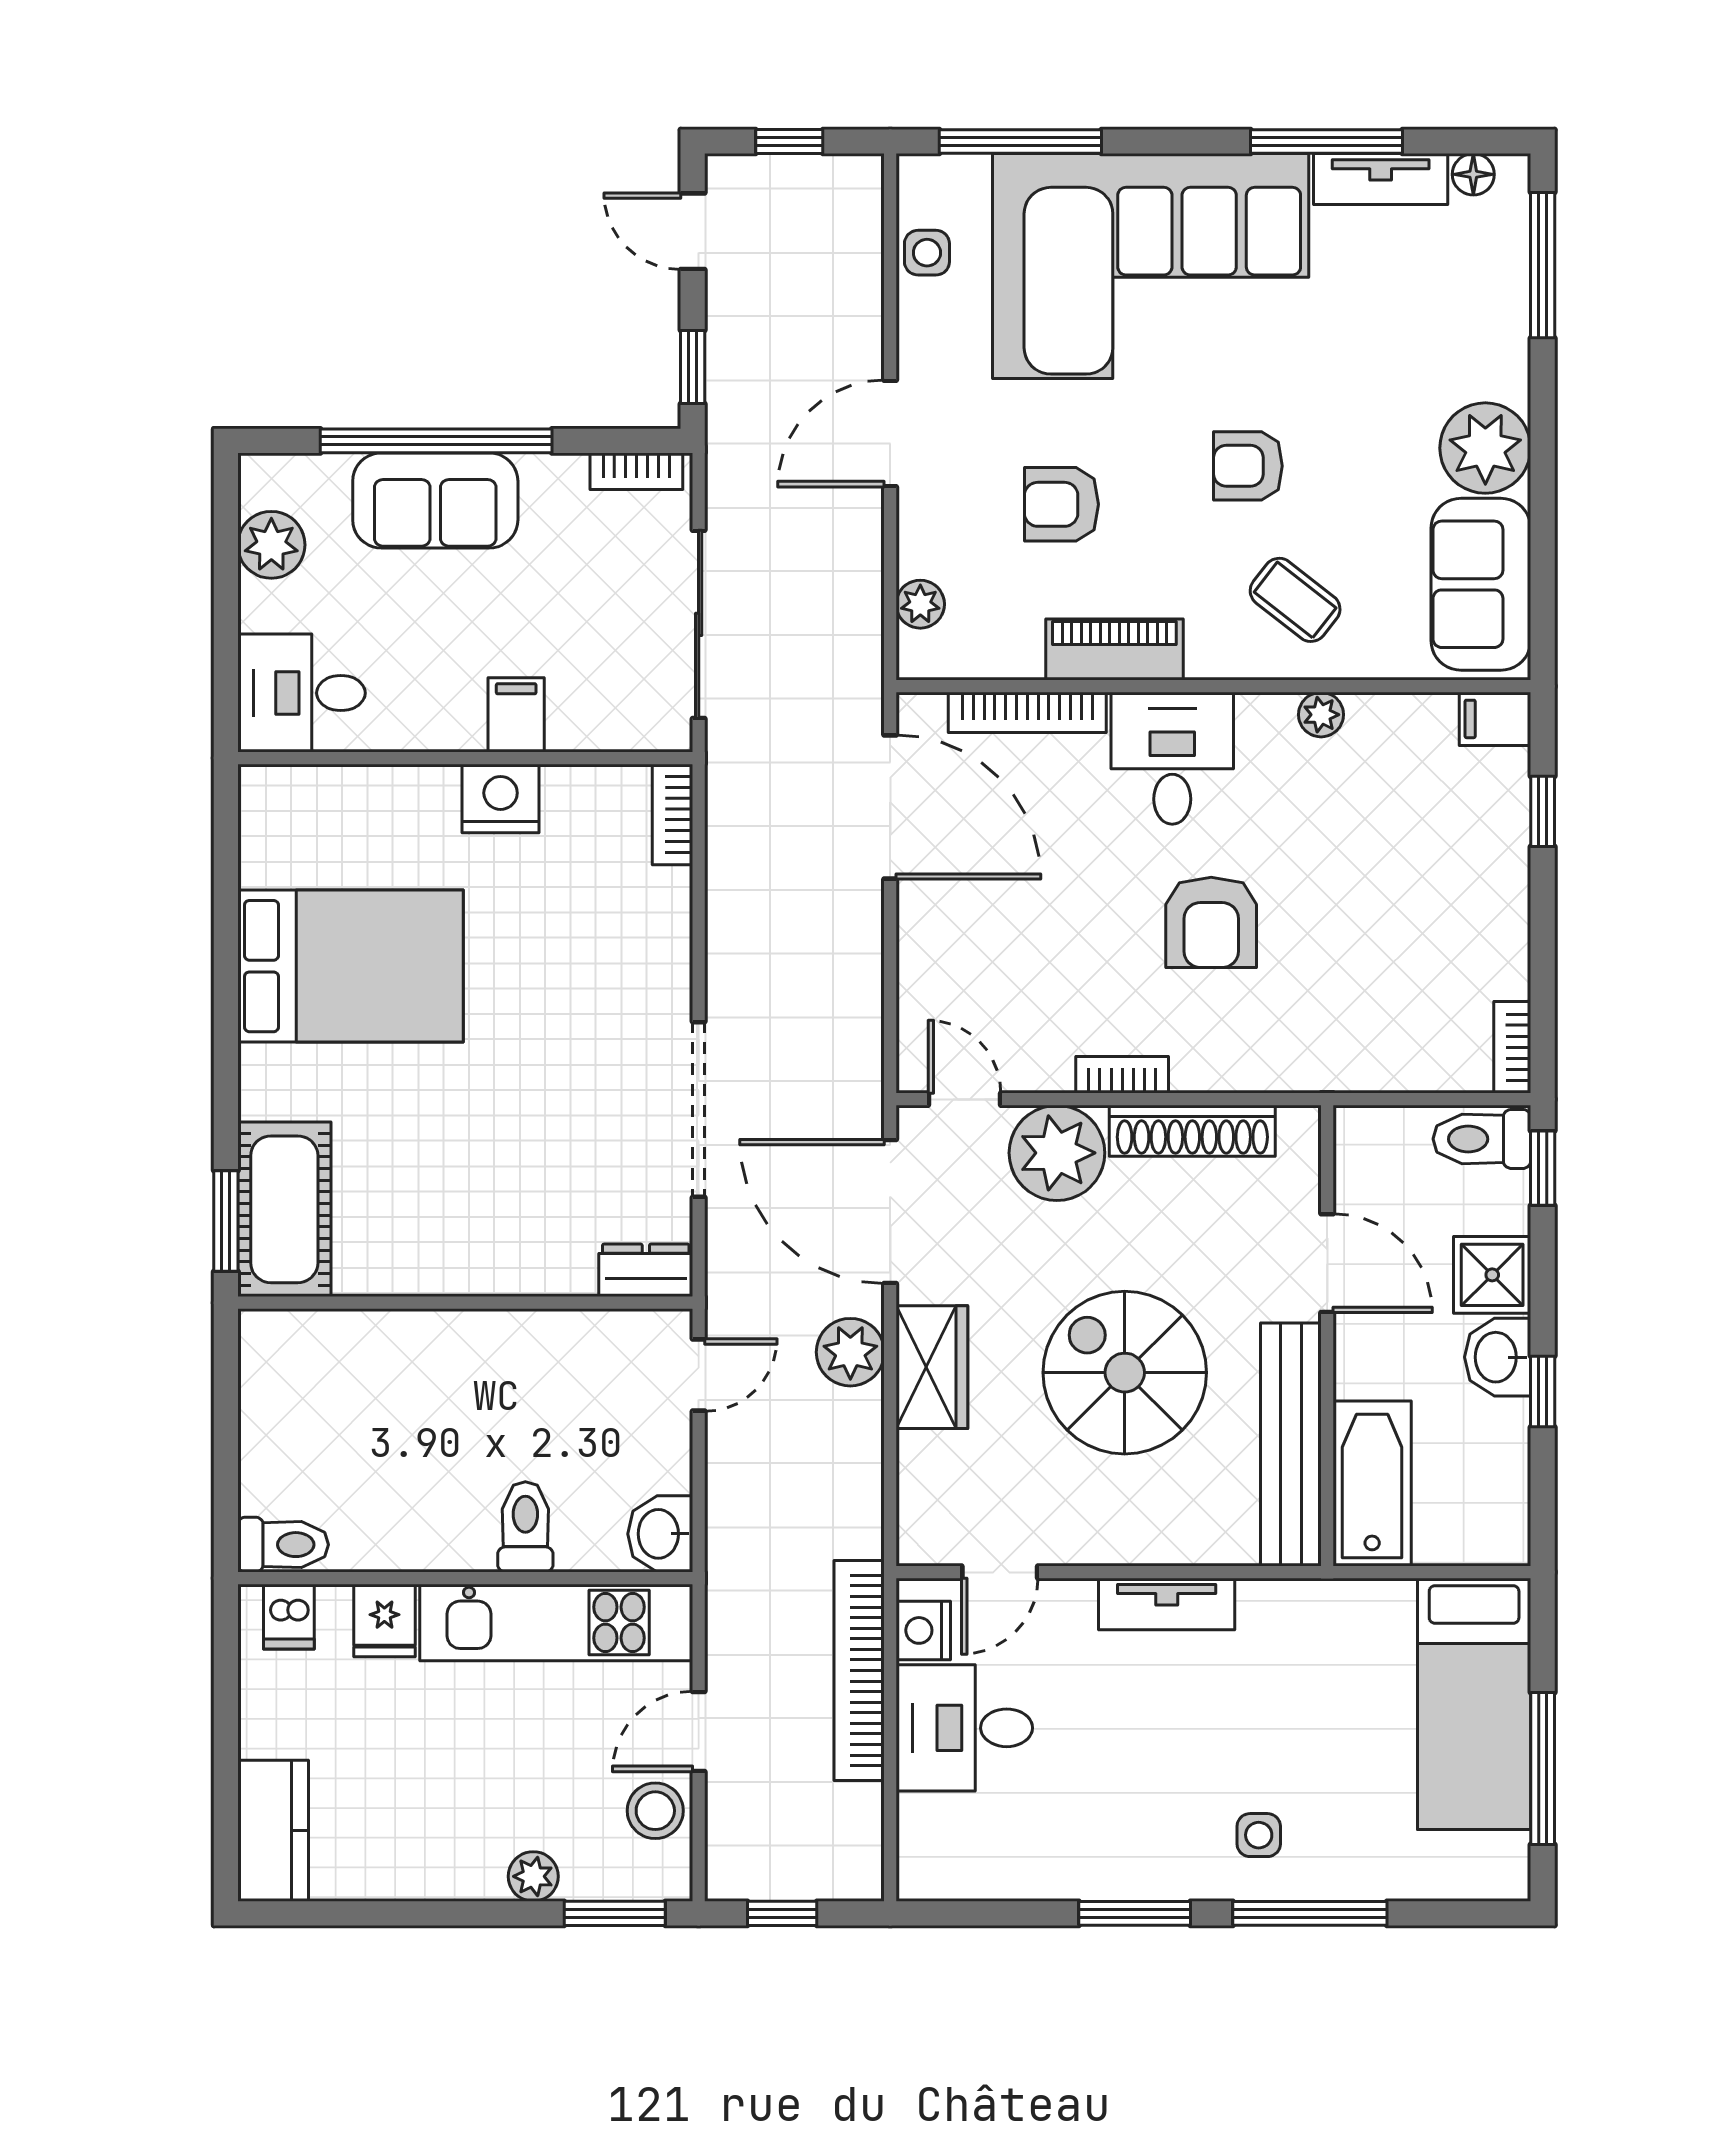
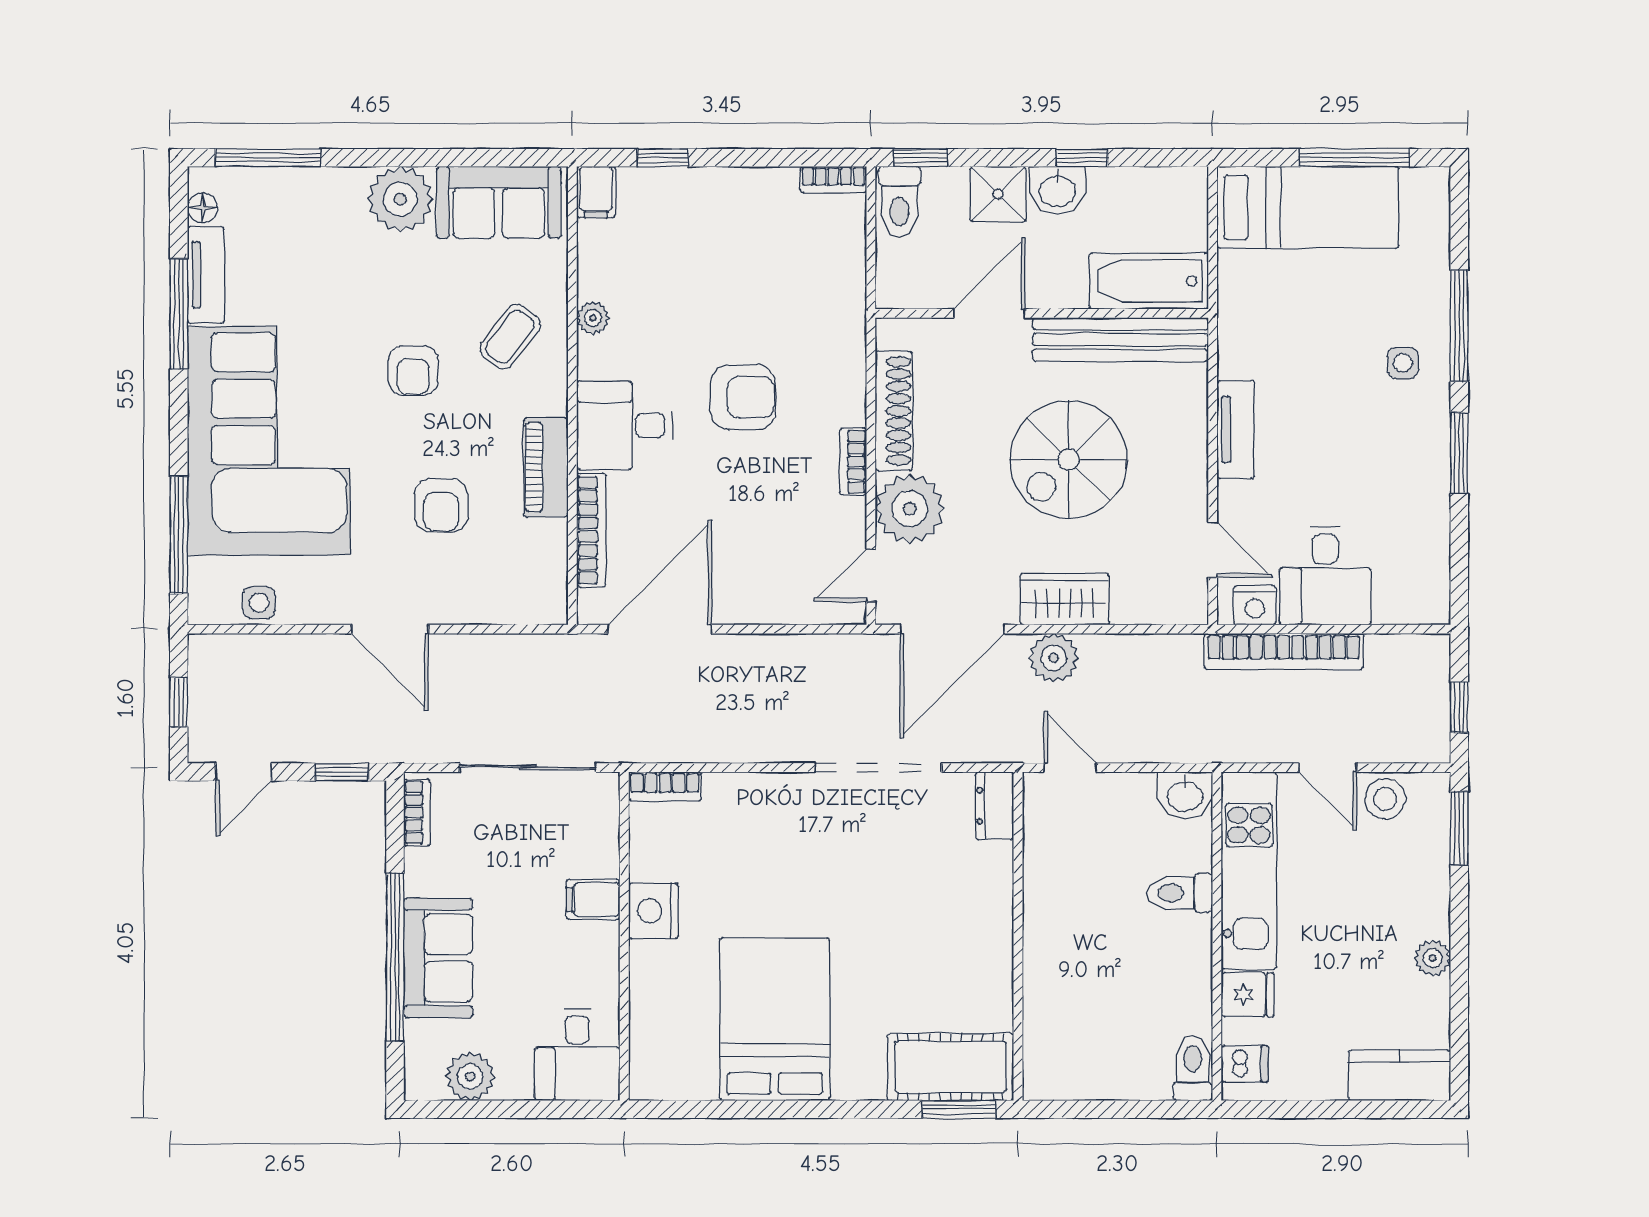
plant: (920, 604) -> (513, 607), removed
plant: (533, 1876) -> (1433, 958), moved

